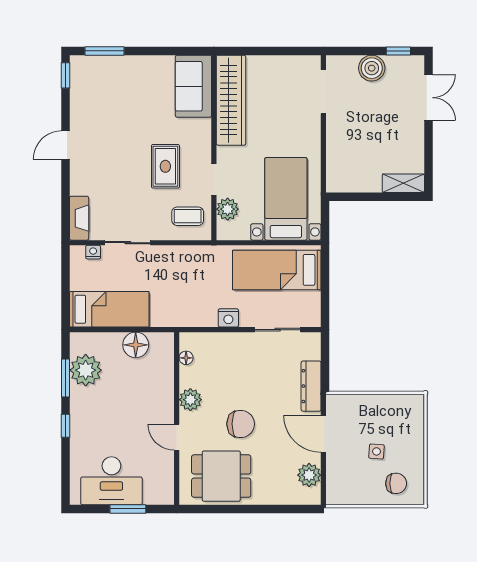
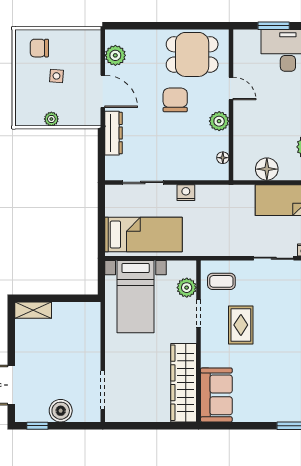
plant: (382, 402) -> (51, 119), added
chair: (241, 424) -> (175, 100), turned 90

